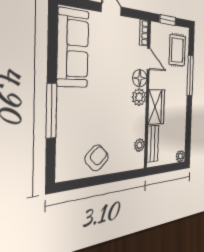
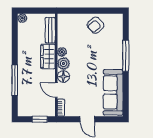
rug: (177, 50) -> (29, 98), removed
plant: (139, 145) -> (62, 52), moved

